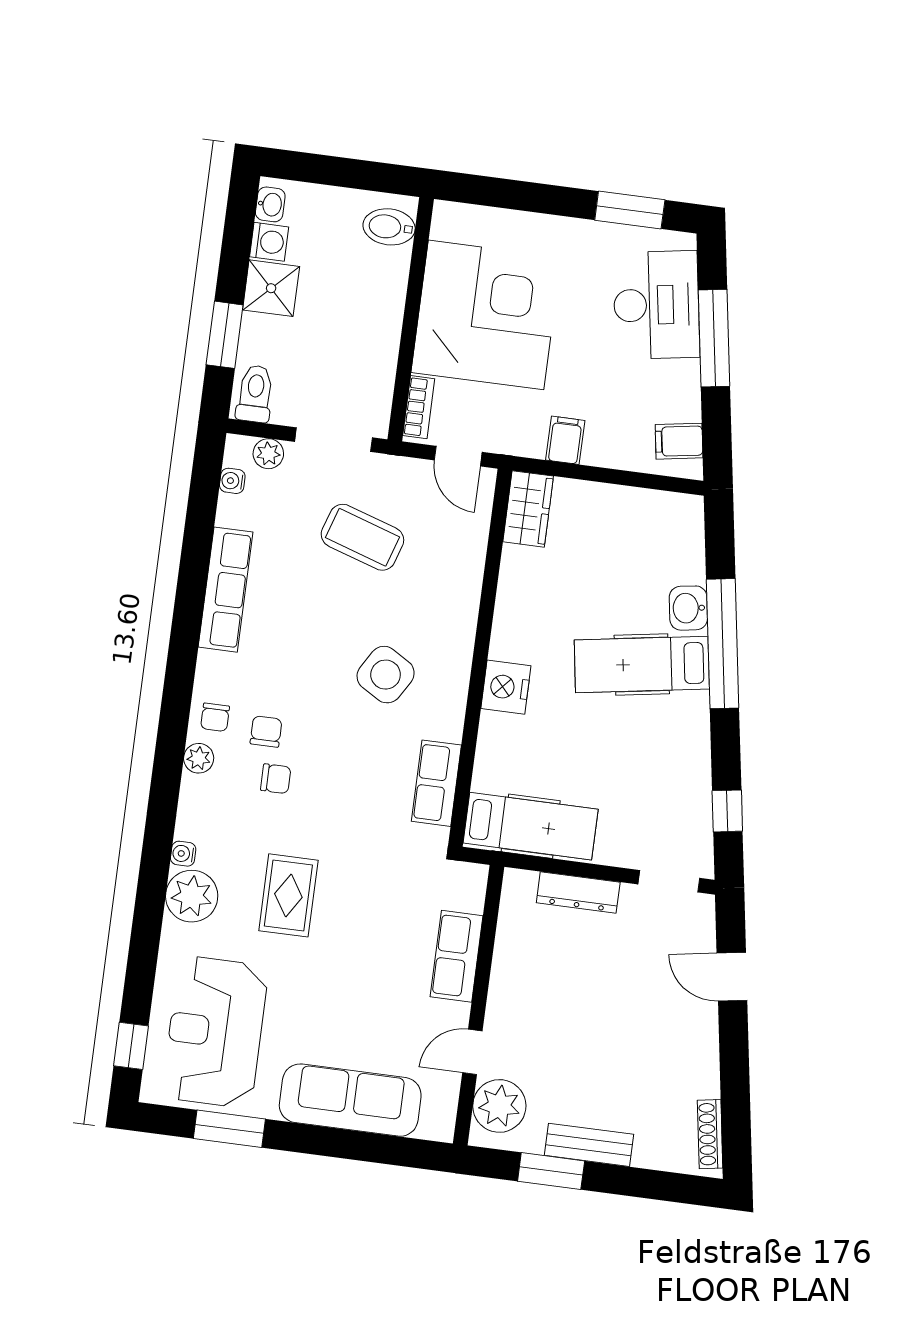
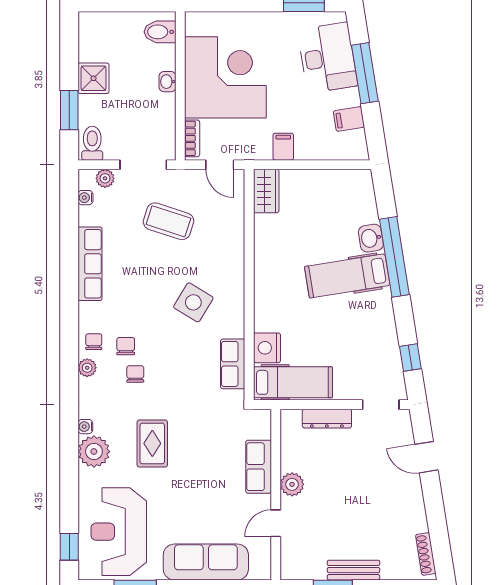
washbasin: (270, 204) -> (167, 82), moved, turned 180
washing machine: (269, 242) -> (89, 50), removed
filing cabinet: (679, 441) -> (349, 119), moved
nightstand: (506, 687) -> (267, 348), moved
chair: (215, 717) -> (94, 342), turned 180
chair: (276, 779) -> (135, 374), turned -90
plant: (499, 1106) -> (292, 484), moved, width x0.73, depth x0.73

